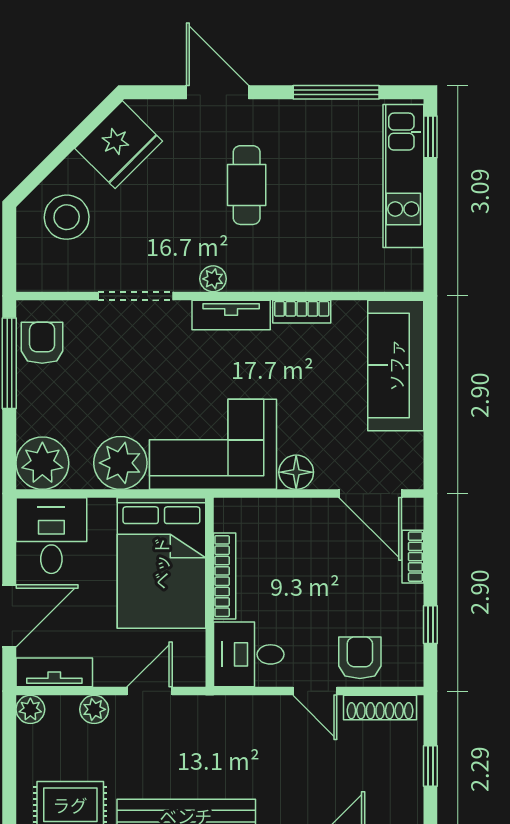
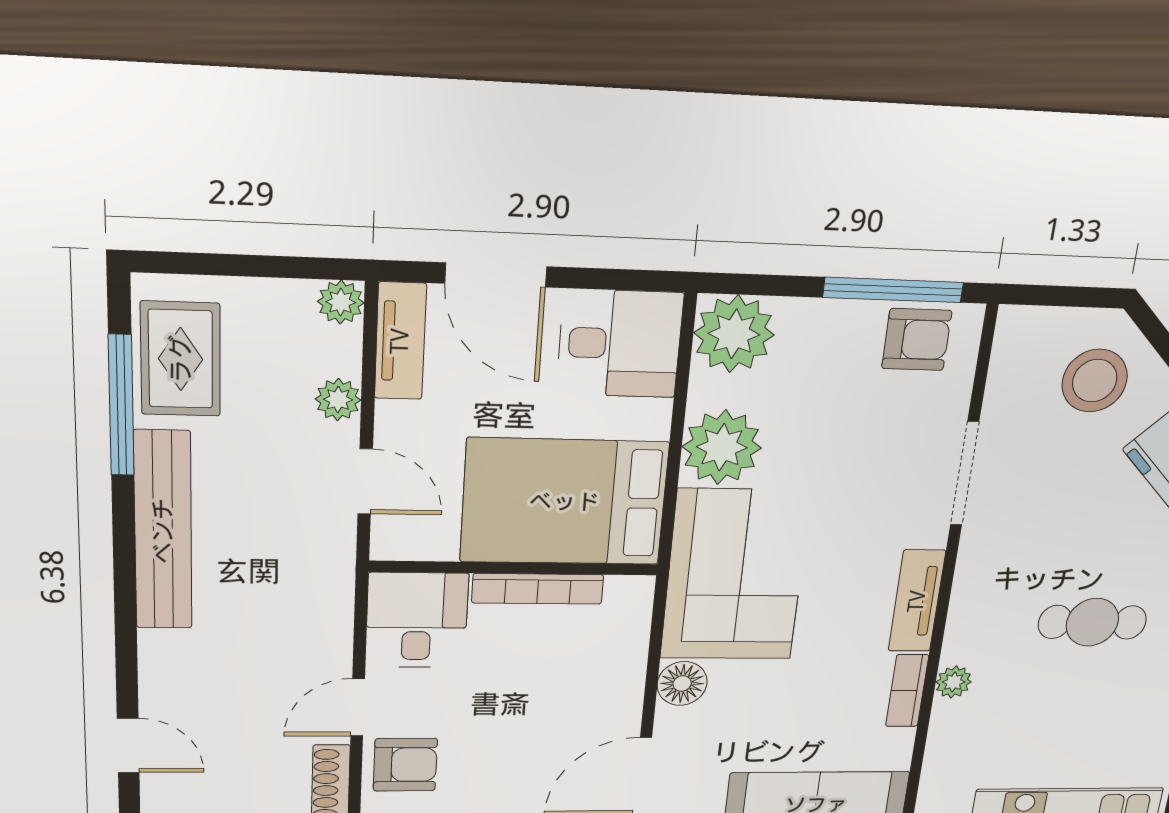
plant: (213, 279) -> (954, 682), moved

